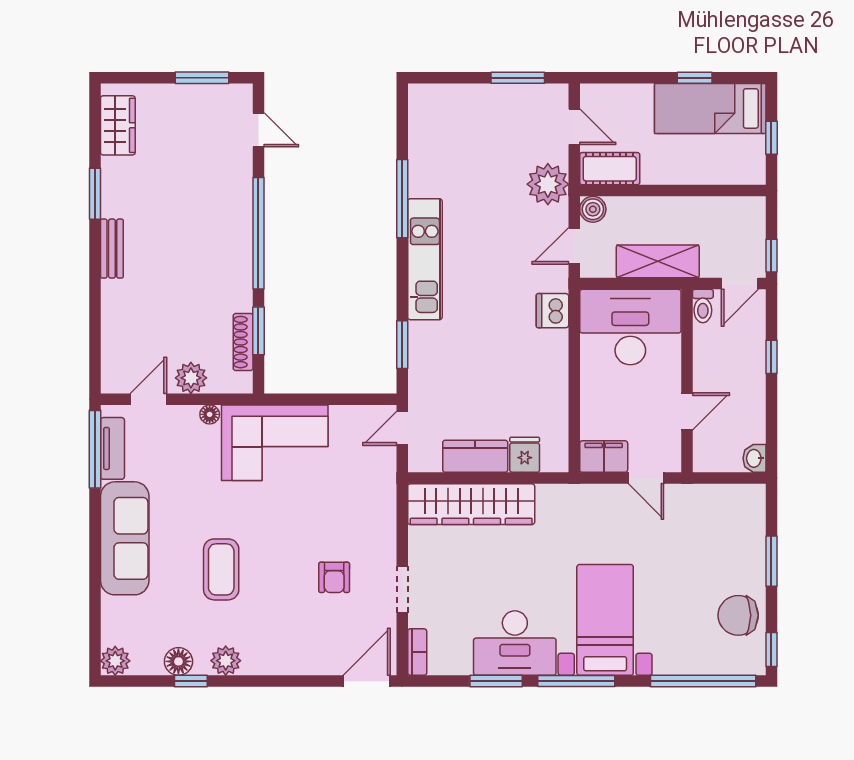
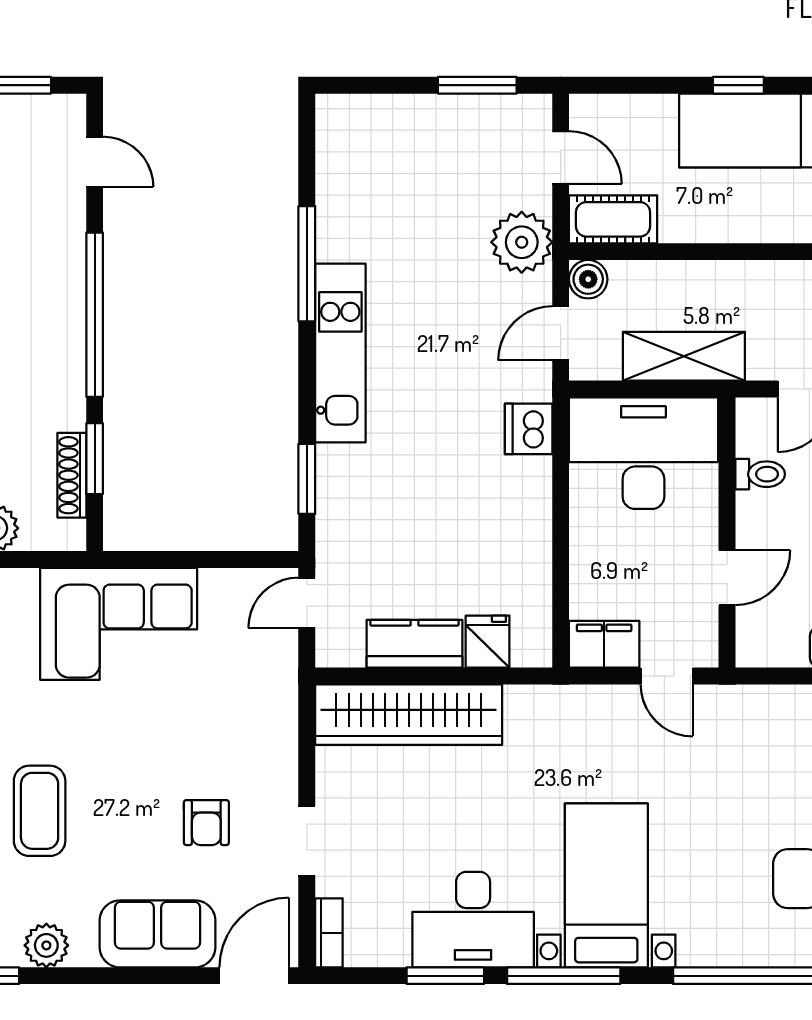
toilet: (703, 306) -> (760, 474), moved, turned -90
floor lamp: (210, 414) -> (23, 582), removed
sofa: (301, 653) -> (157, 934), added

